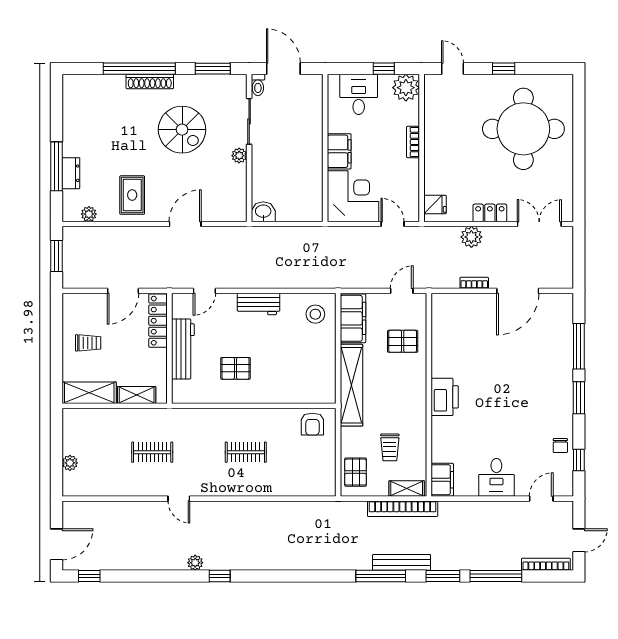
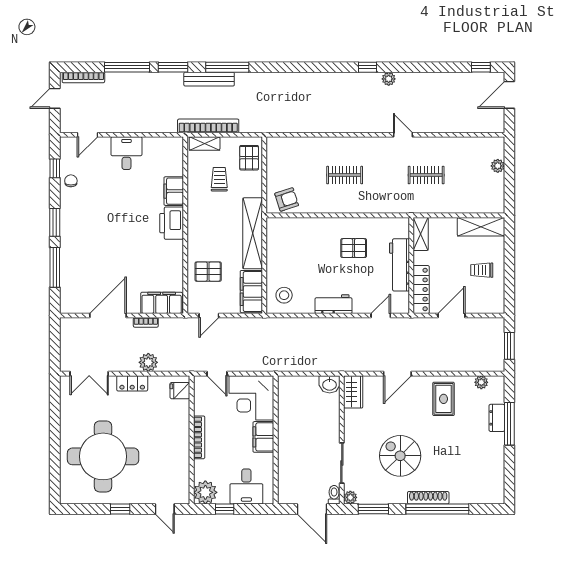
bookcase: (413, 142) -> (199, 437), width x1.56
plant: (239, 156) -> (350, 497), moved
wardrobe: (236, 203) -> (353, 392), added
filing cabinet: (456, 305) -> (162, 303), added
shelving: (137, 395) -> (421, 234), moved, turned 90
armchair: (312, 424) -> (287, 199), turned 72
filing cabinet: (442, 480) -> (174, 191), moved

